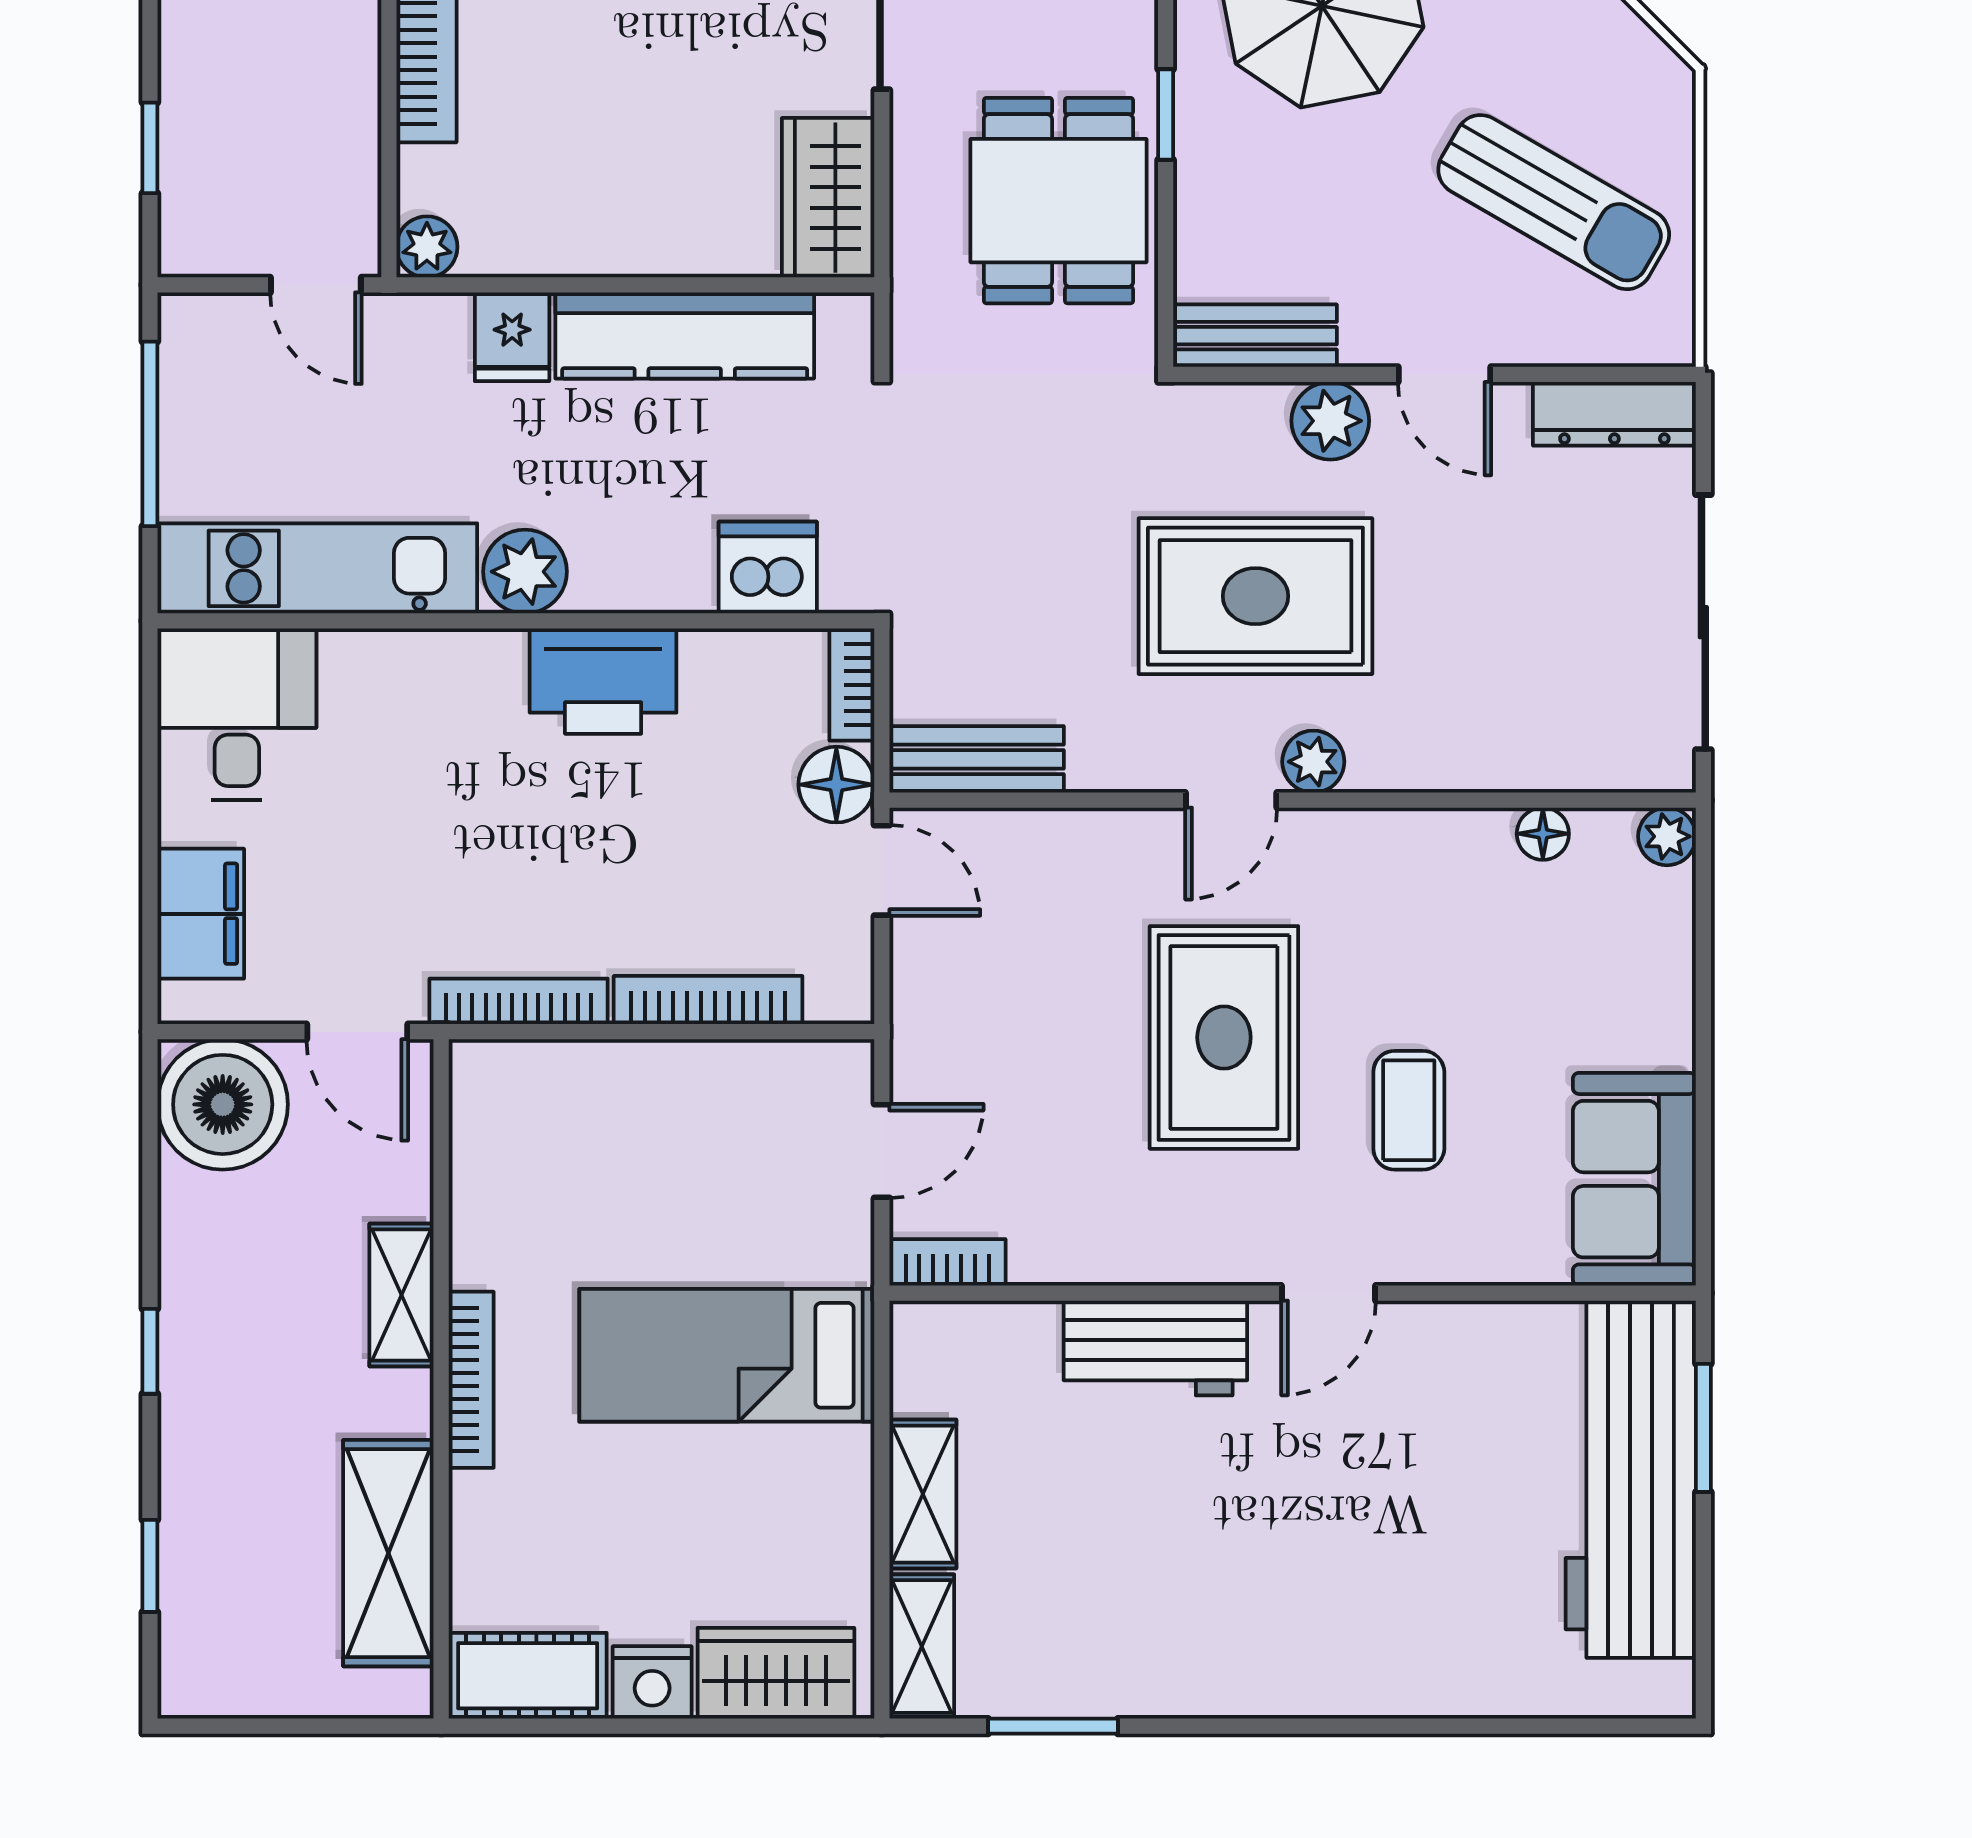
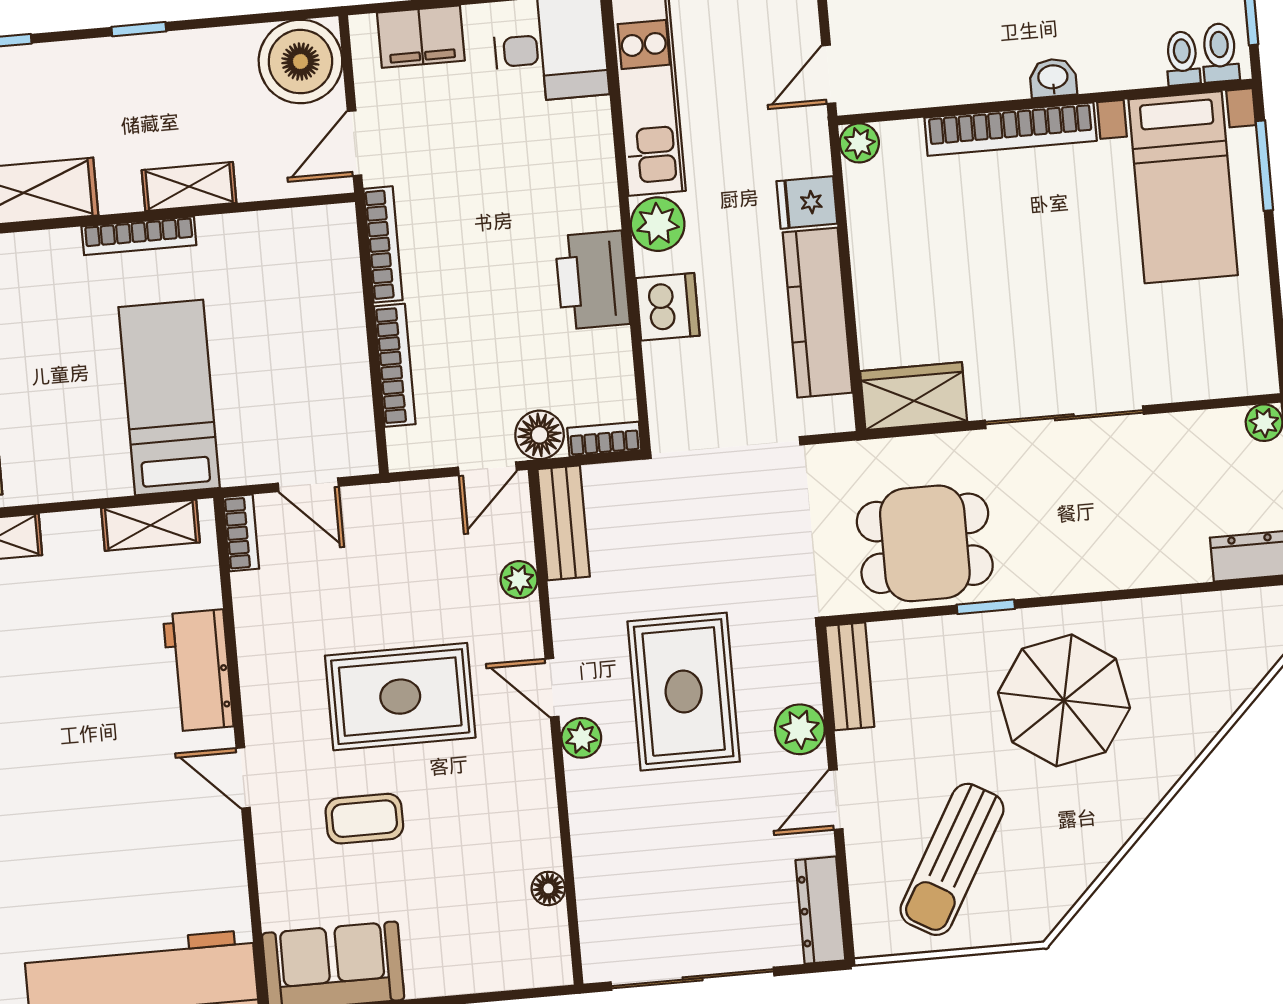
dishwasher: (768, 568) -> (668, 307), moved
plant: (1667, 836) -> (519, 580), moved
shelving: (923, 1494) -> (150, 525), moved

